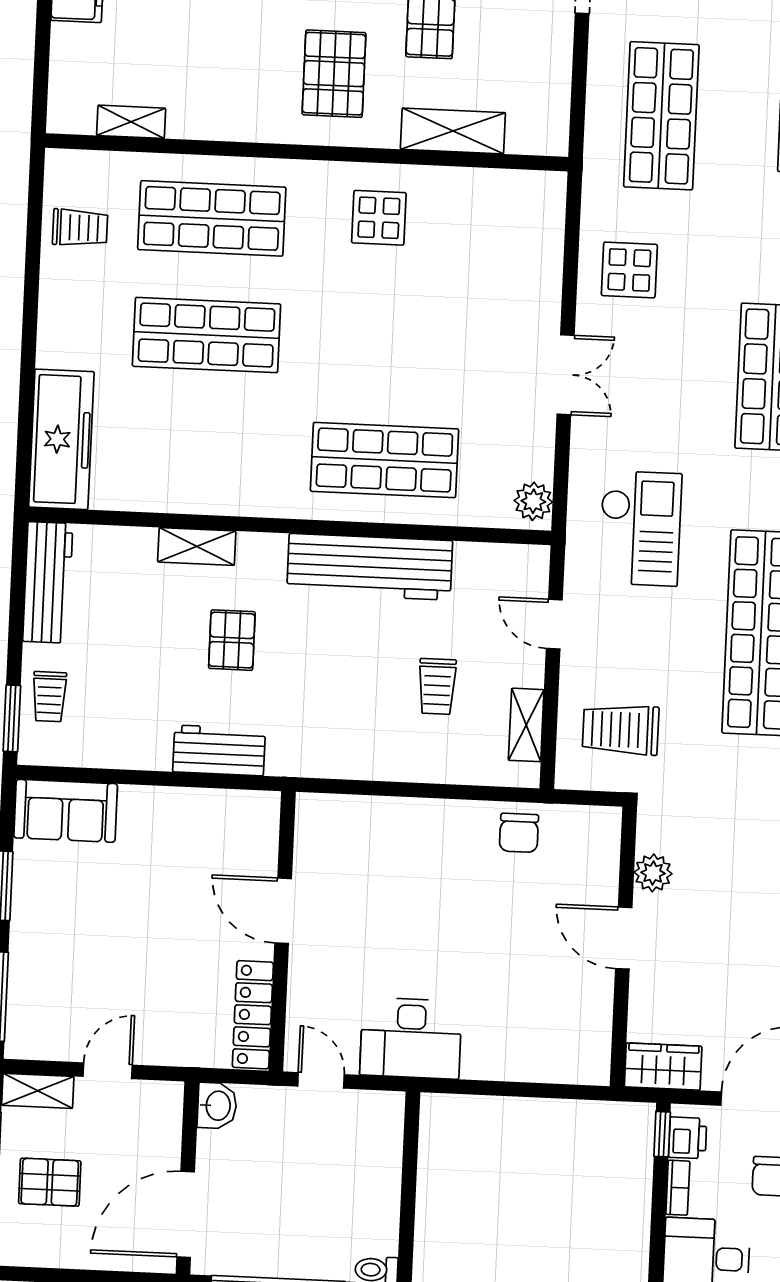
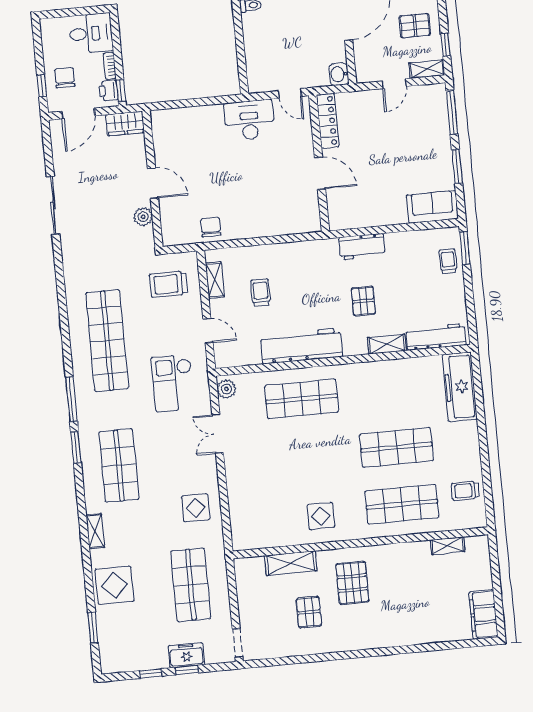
double door: (566, 375) -> (218, 434), moved
workbench: (48, 582) -> (436, 337), moved, turned 90
trolley: (621, 730) -> (169, 284), turned 180

